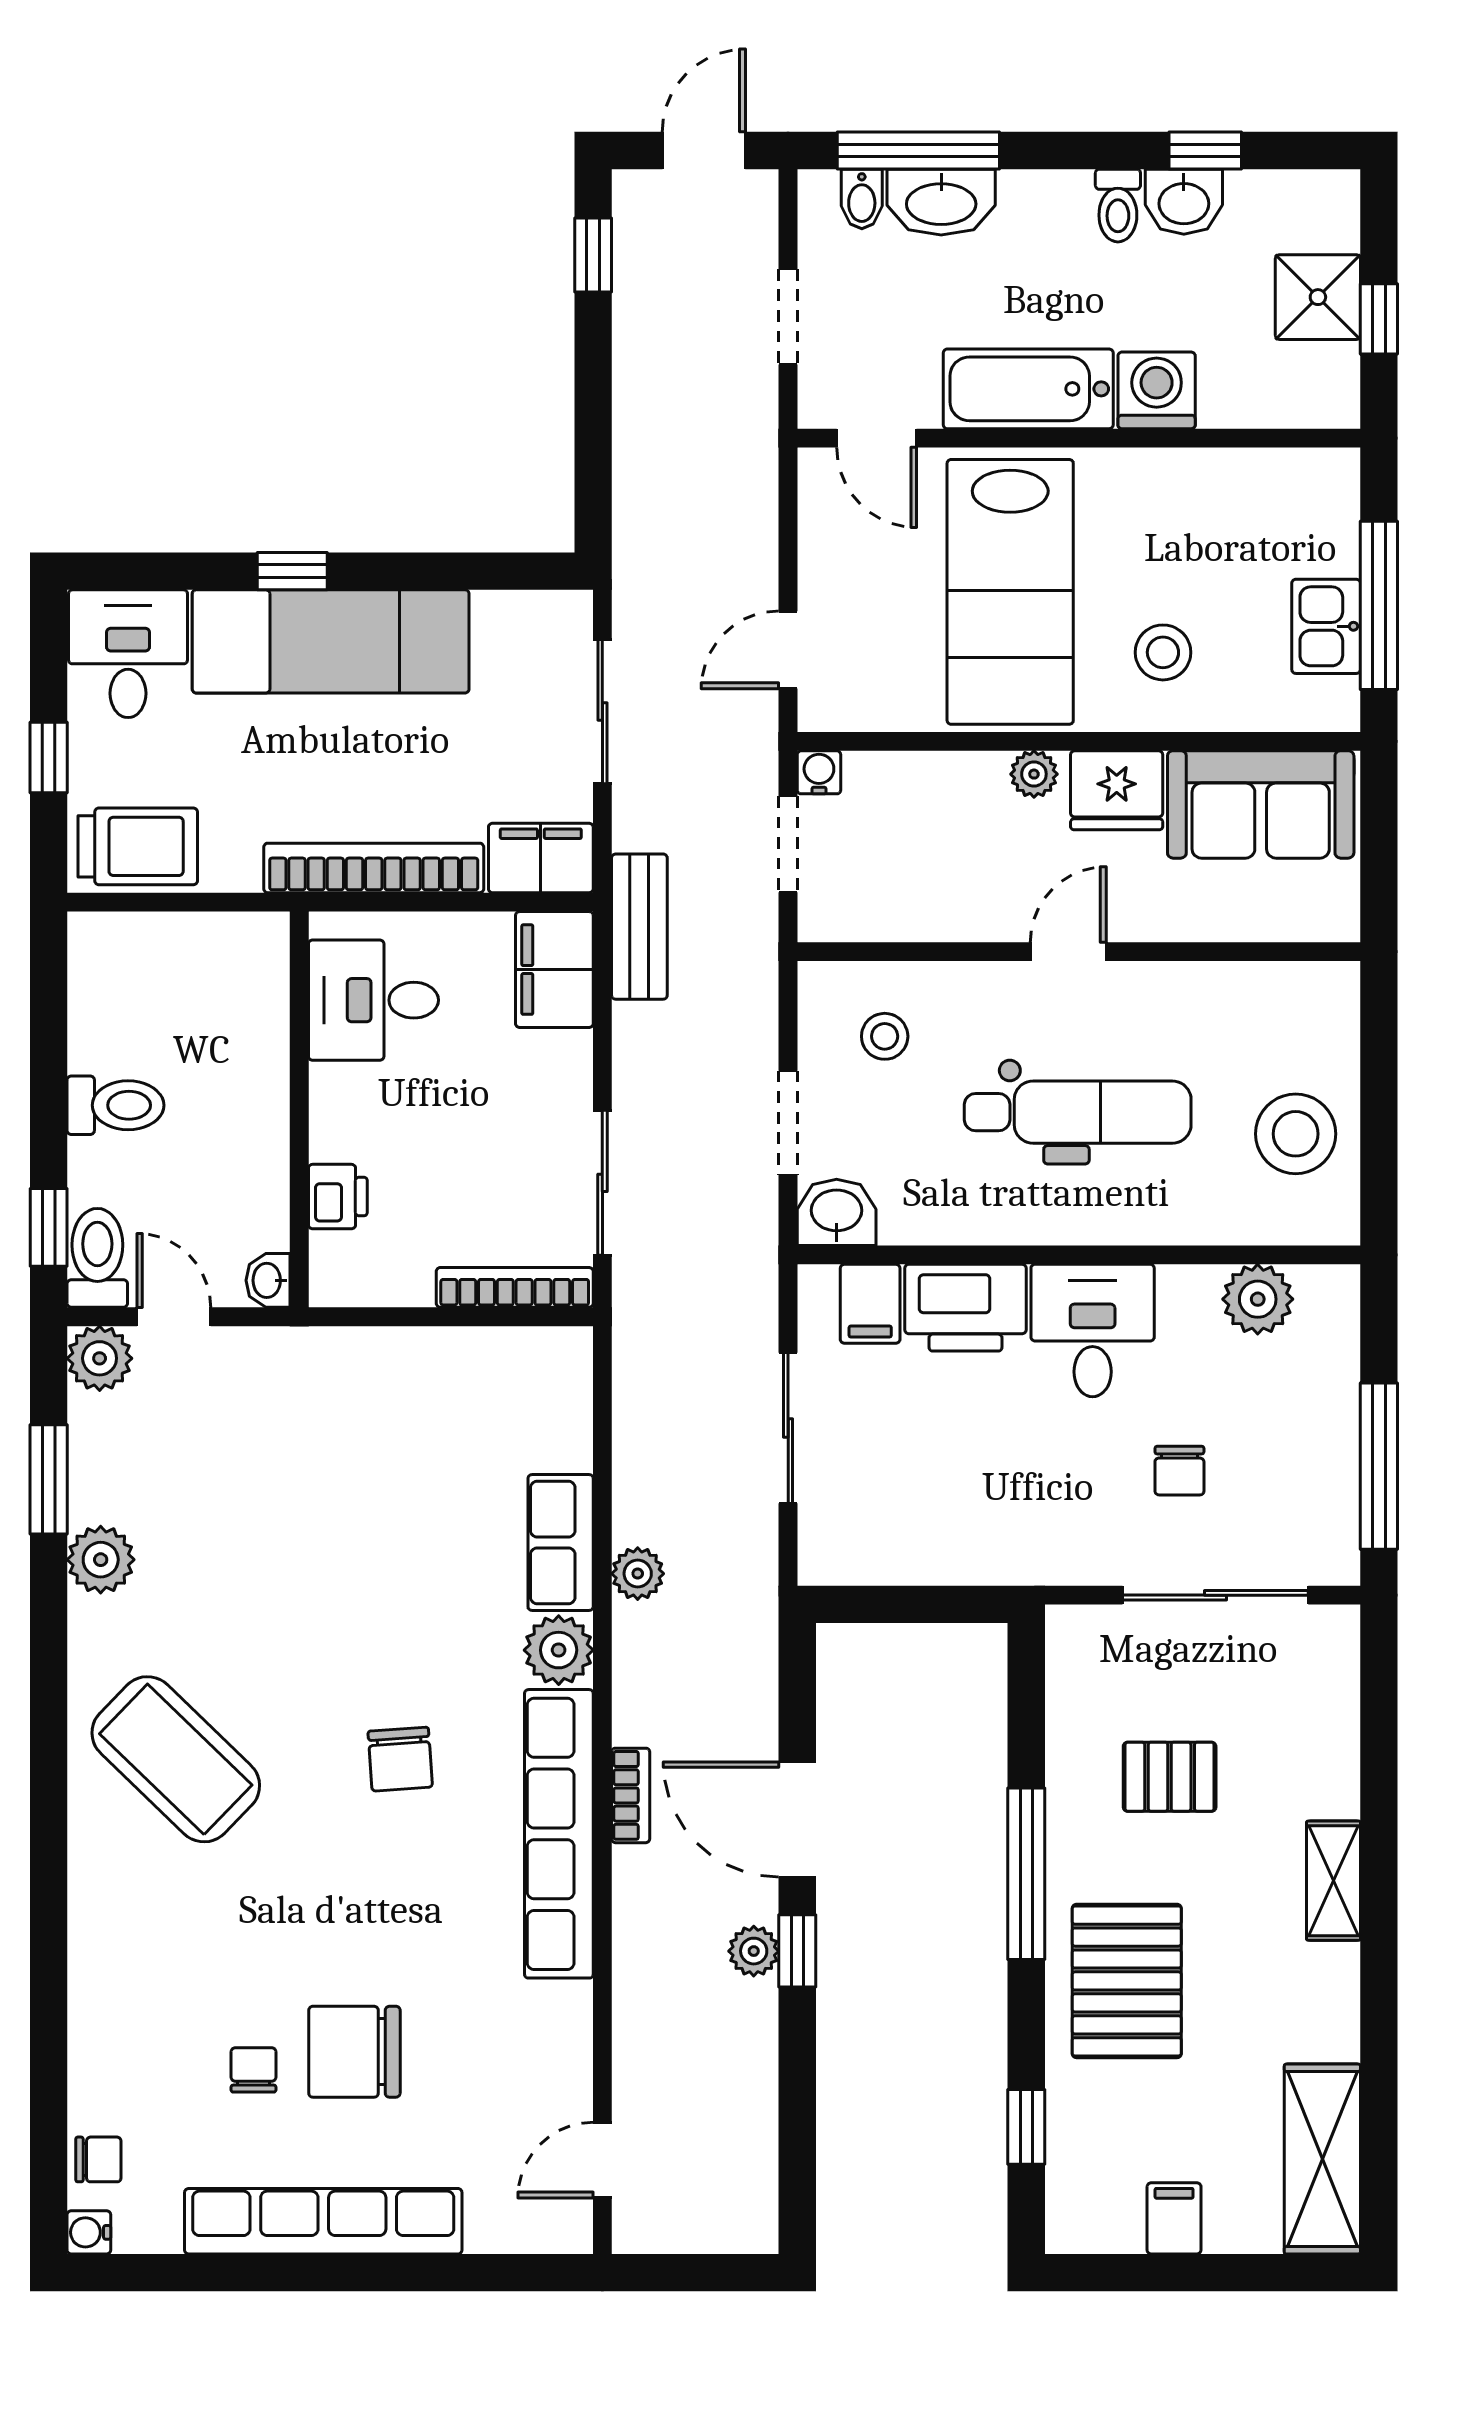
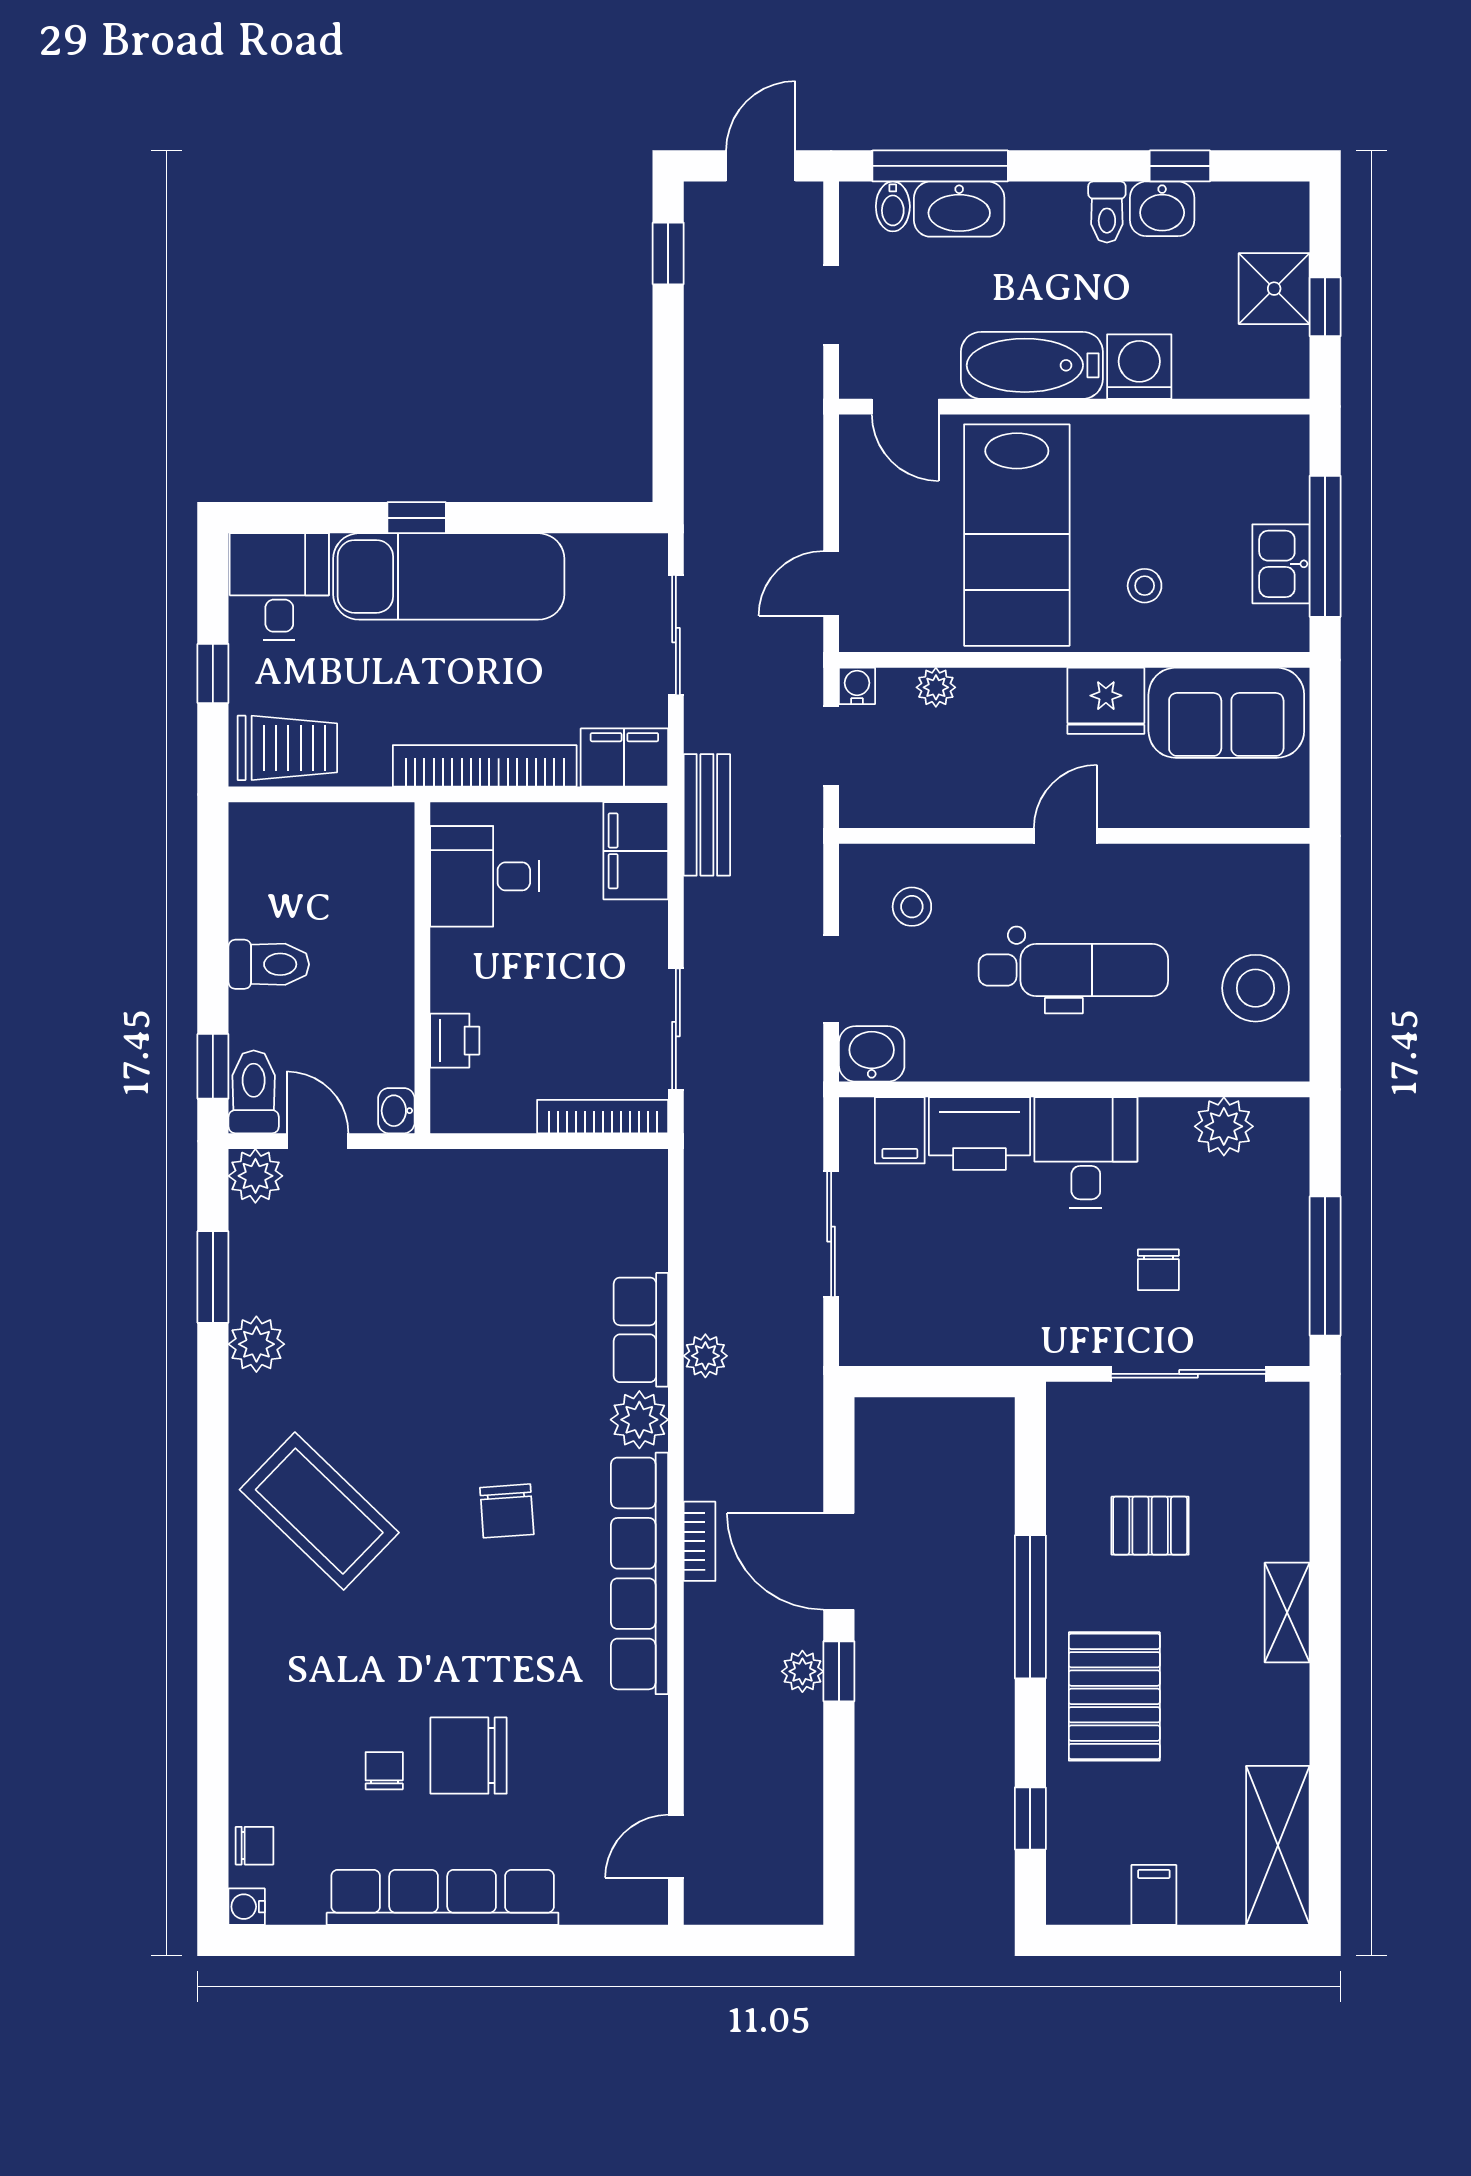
stool: (1163, 652) -> (1145, 586), width x0.73, depth x0.73
plant: (1034, 774) -> (936, 687), moved

